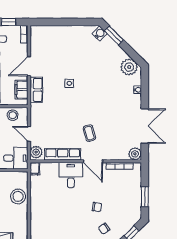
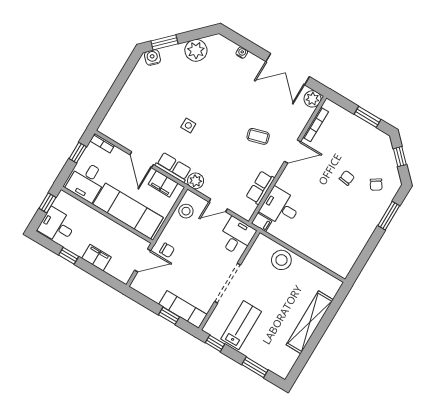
plant: (129, 67) -> (196, 50), moved
double door: (145, 126) -> (288, 69), swing flipped
plant: (36, 152) -> (196, 181), moved
row of seats: (63, 154) -> (260, 188), width x0.68
desk: (71, 175) -> (280, 207), moved

